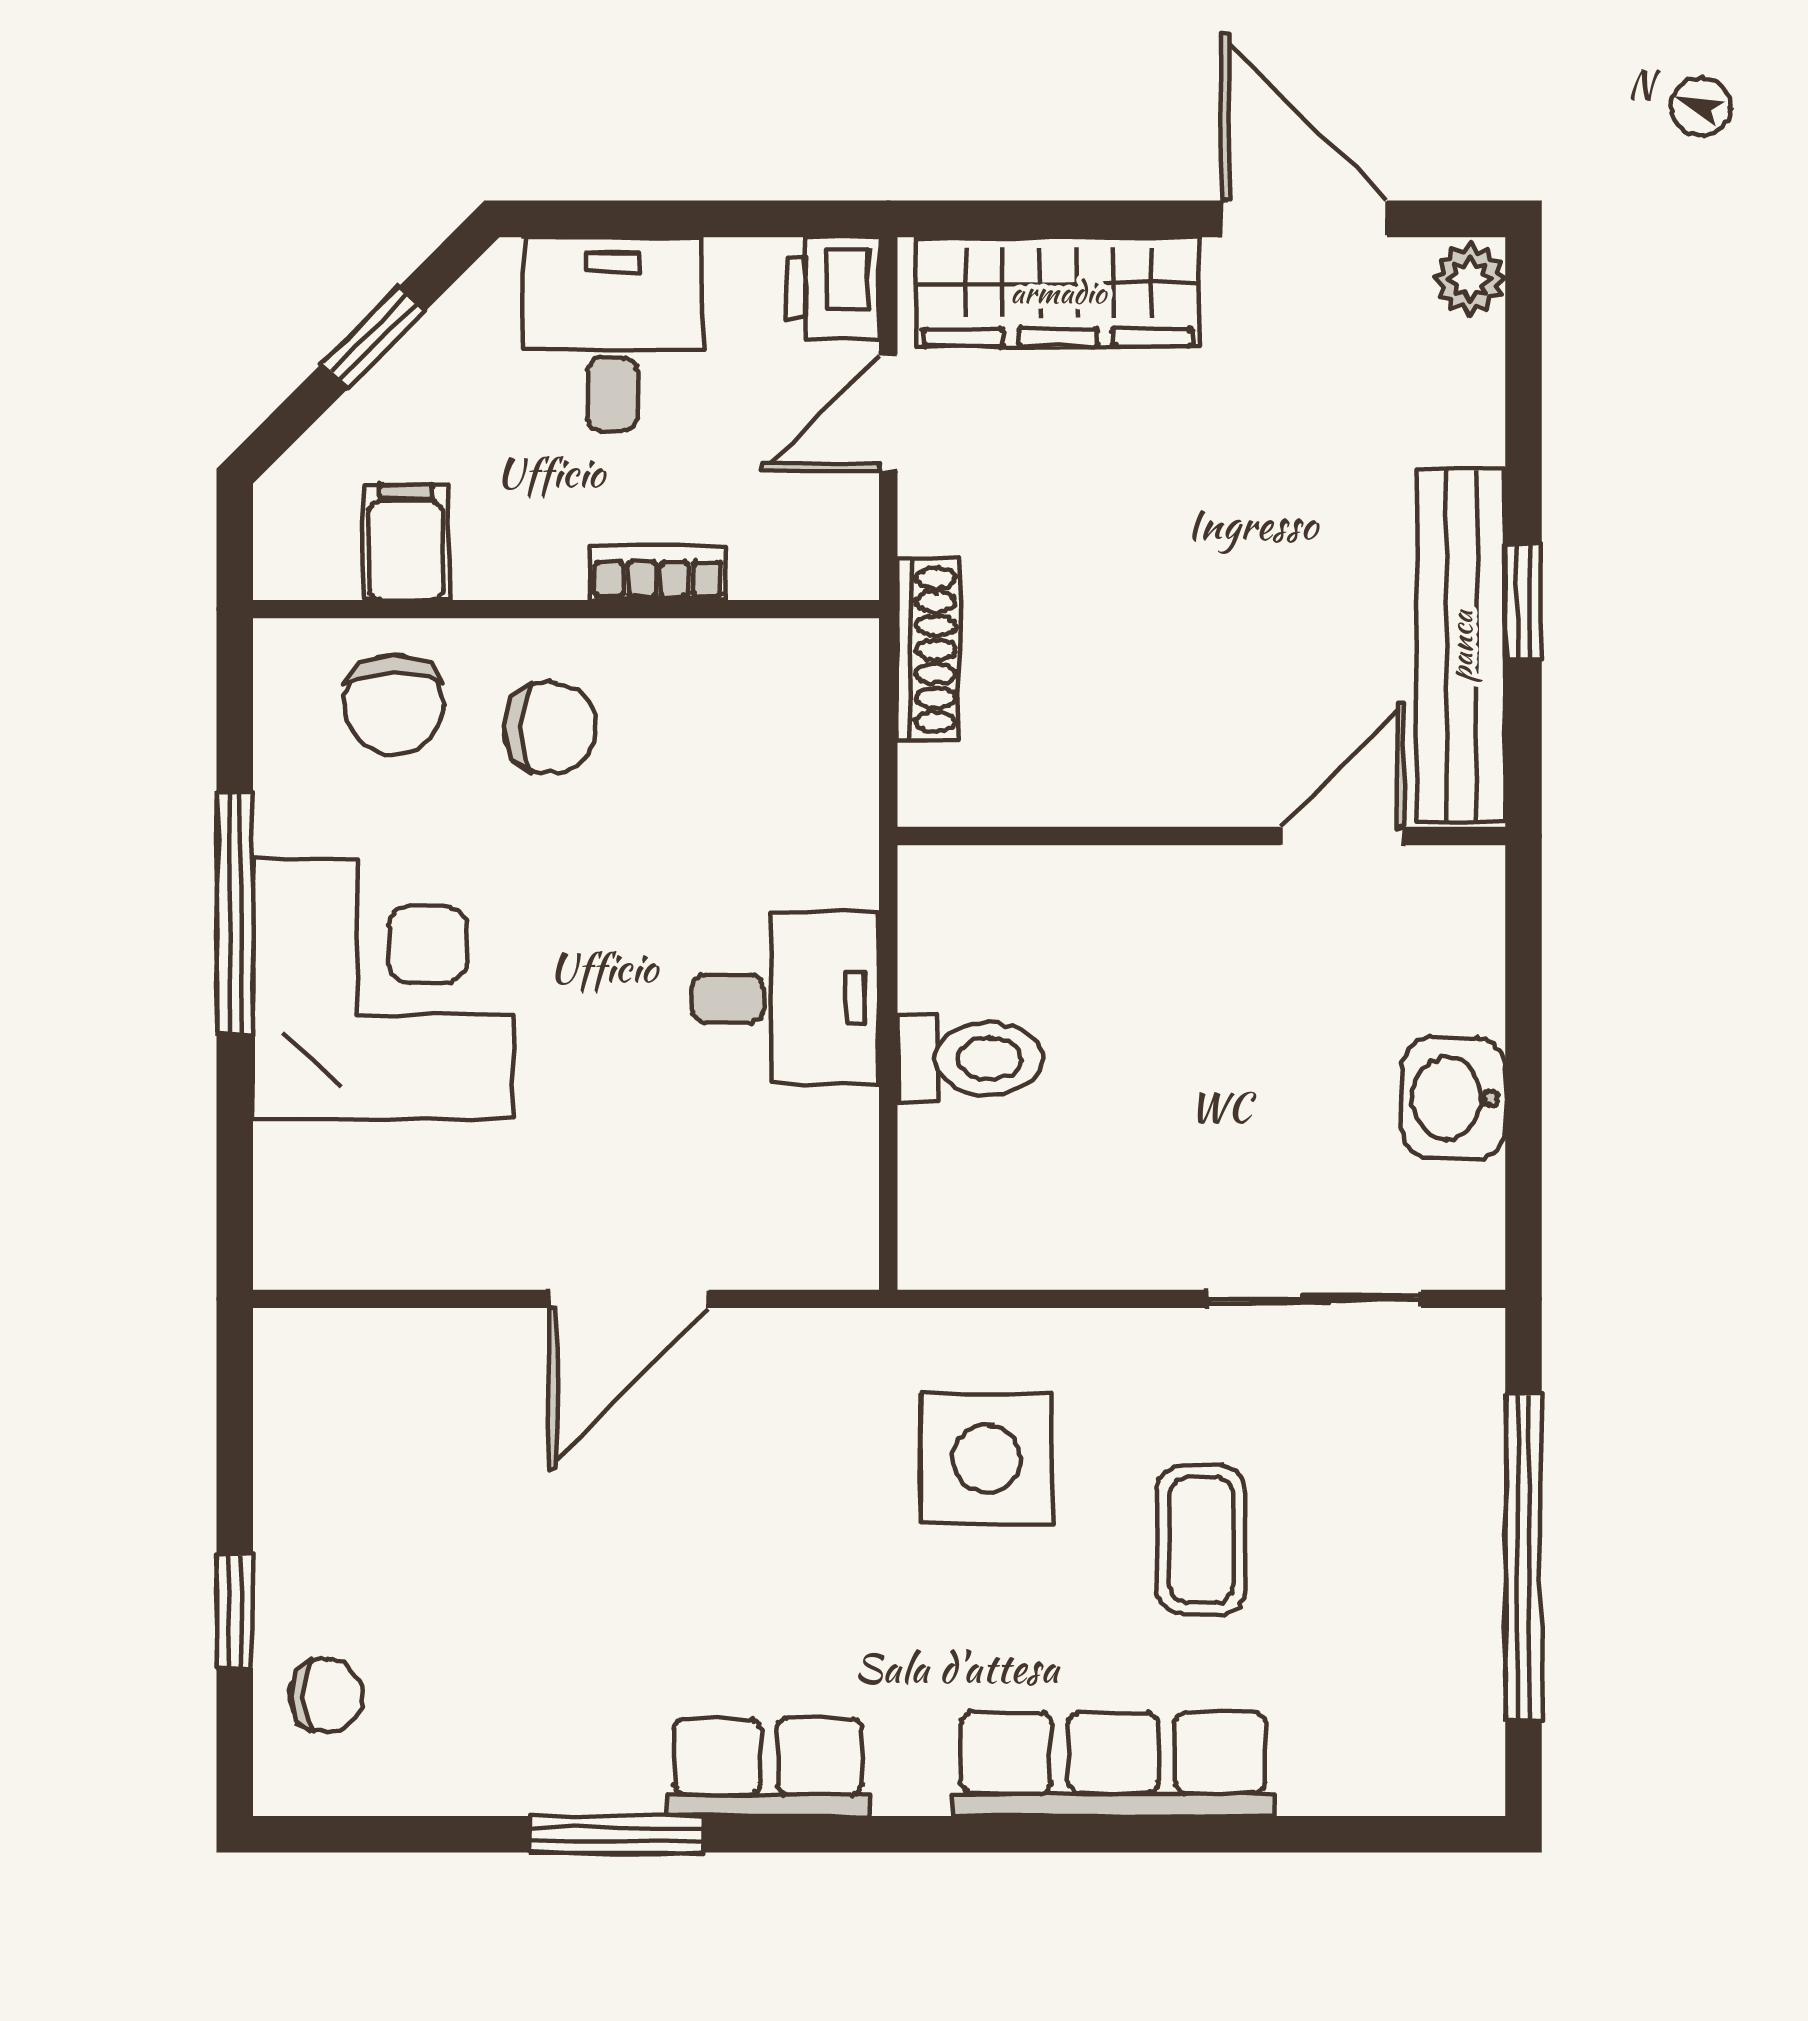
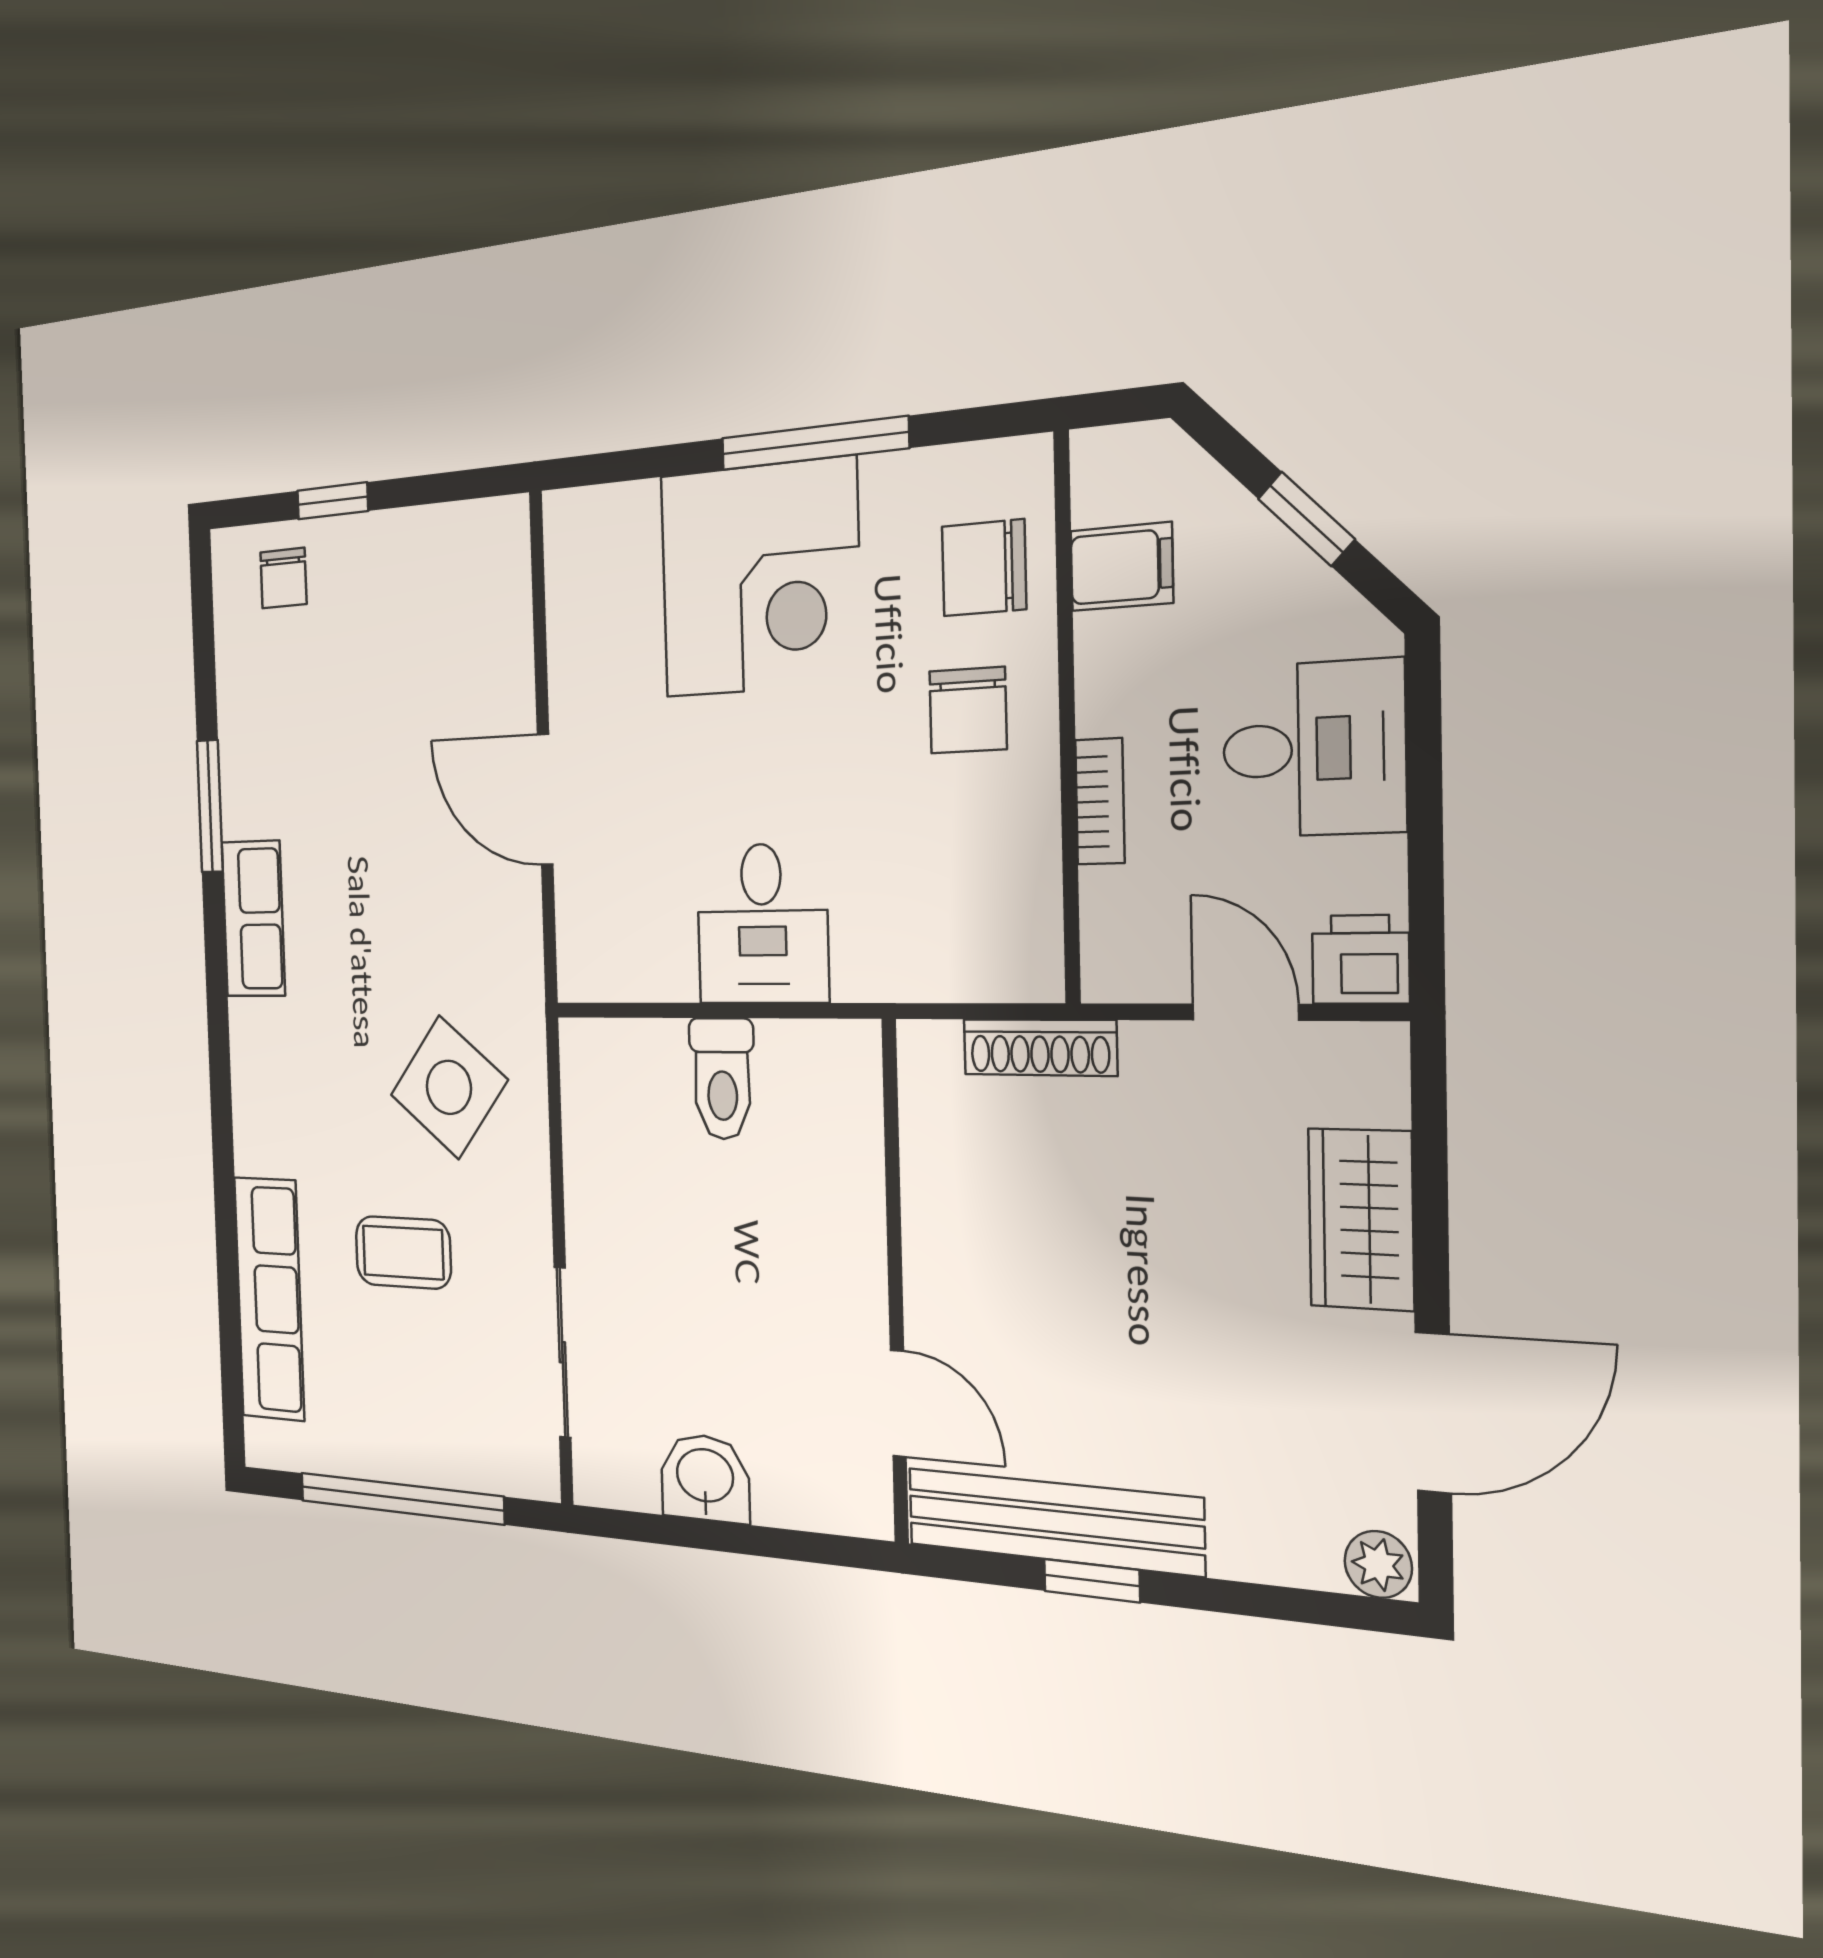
wardrobe: (1058, 292) -> (1361, 1219), width x0.67
side table: (987, 1459) -> (449, 1087), turned 38
row of seats: (1113, 1764) -> (269, 1299), moved

